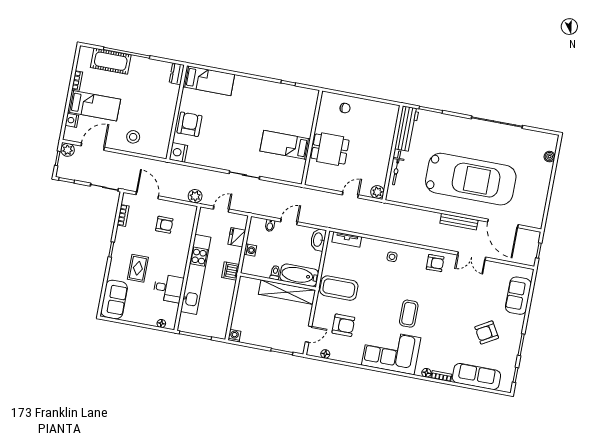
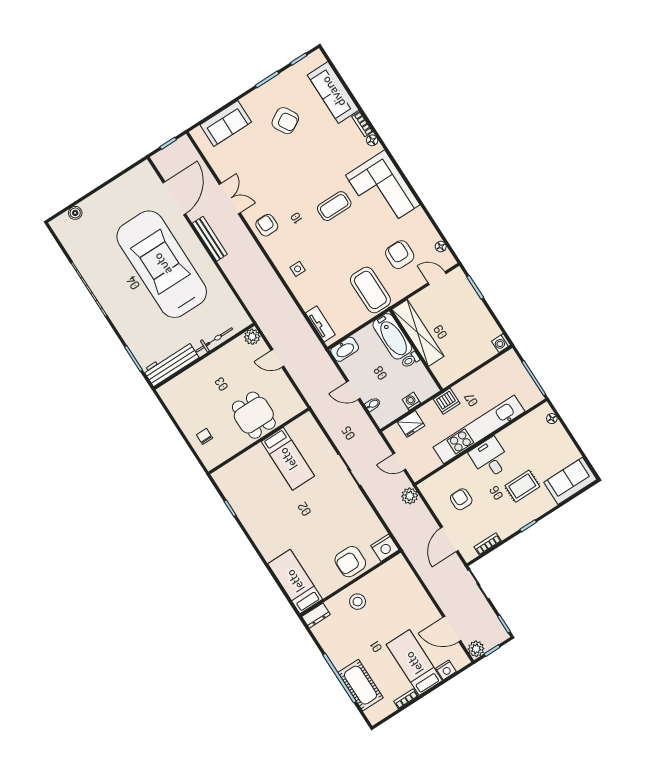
stool: (133, 137) -> (358, 602), moved
desk: (168, 288) -> (490, 458), moved

